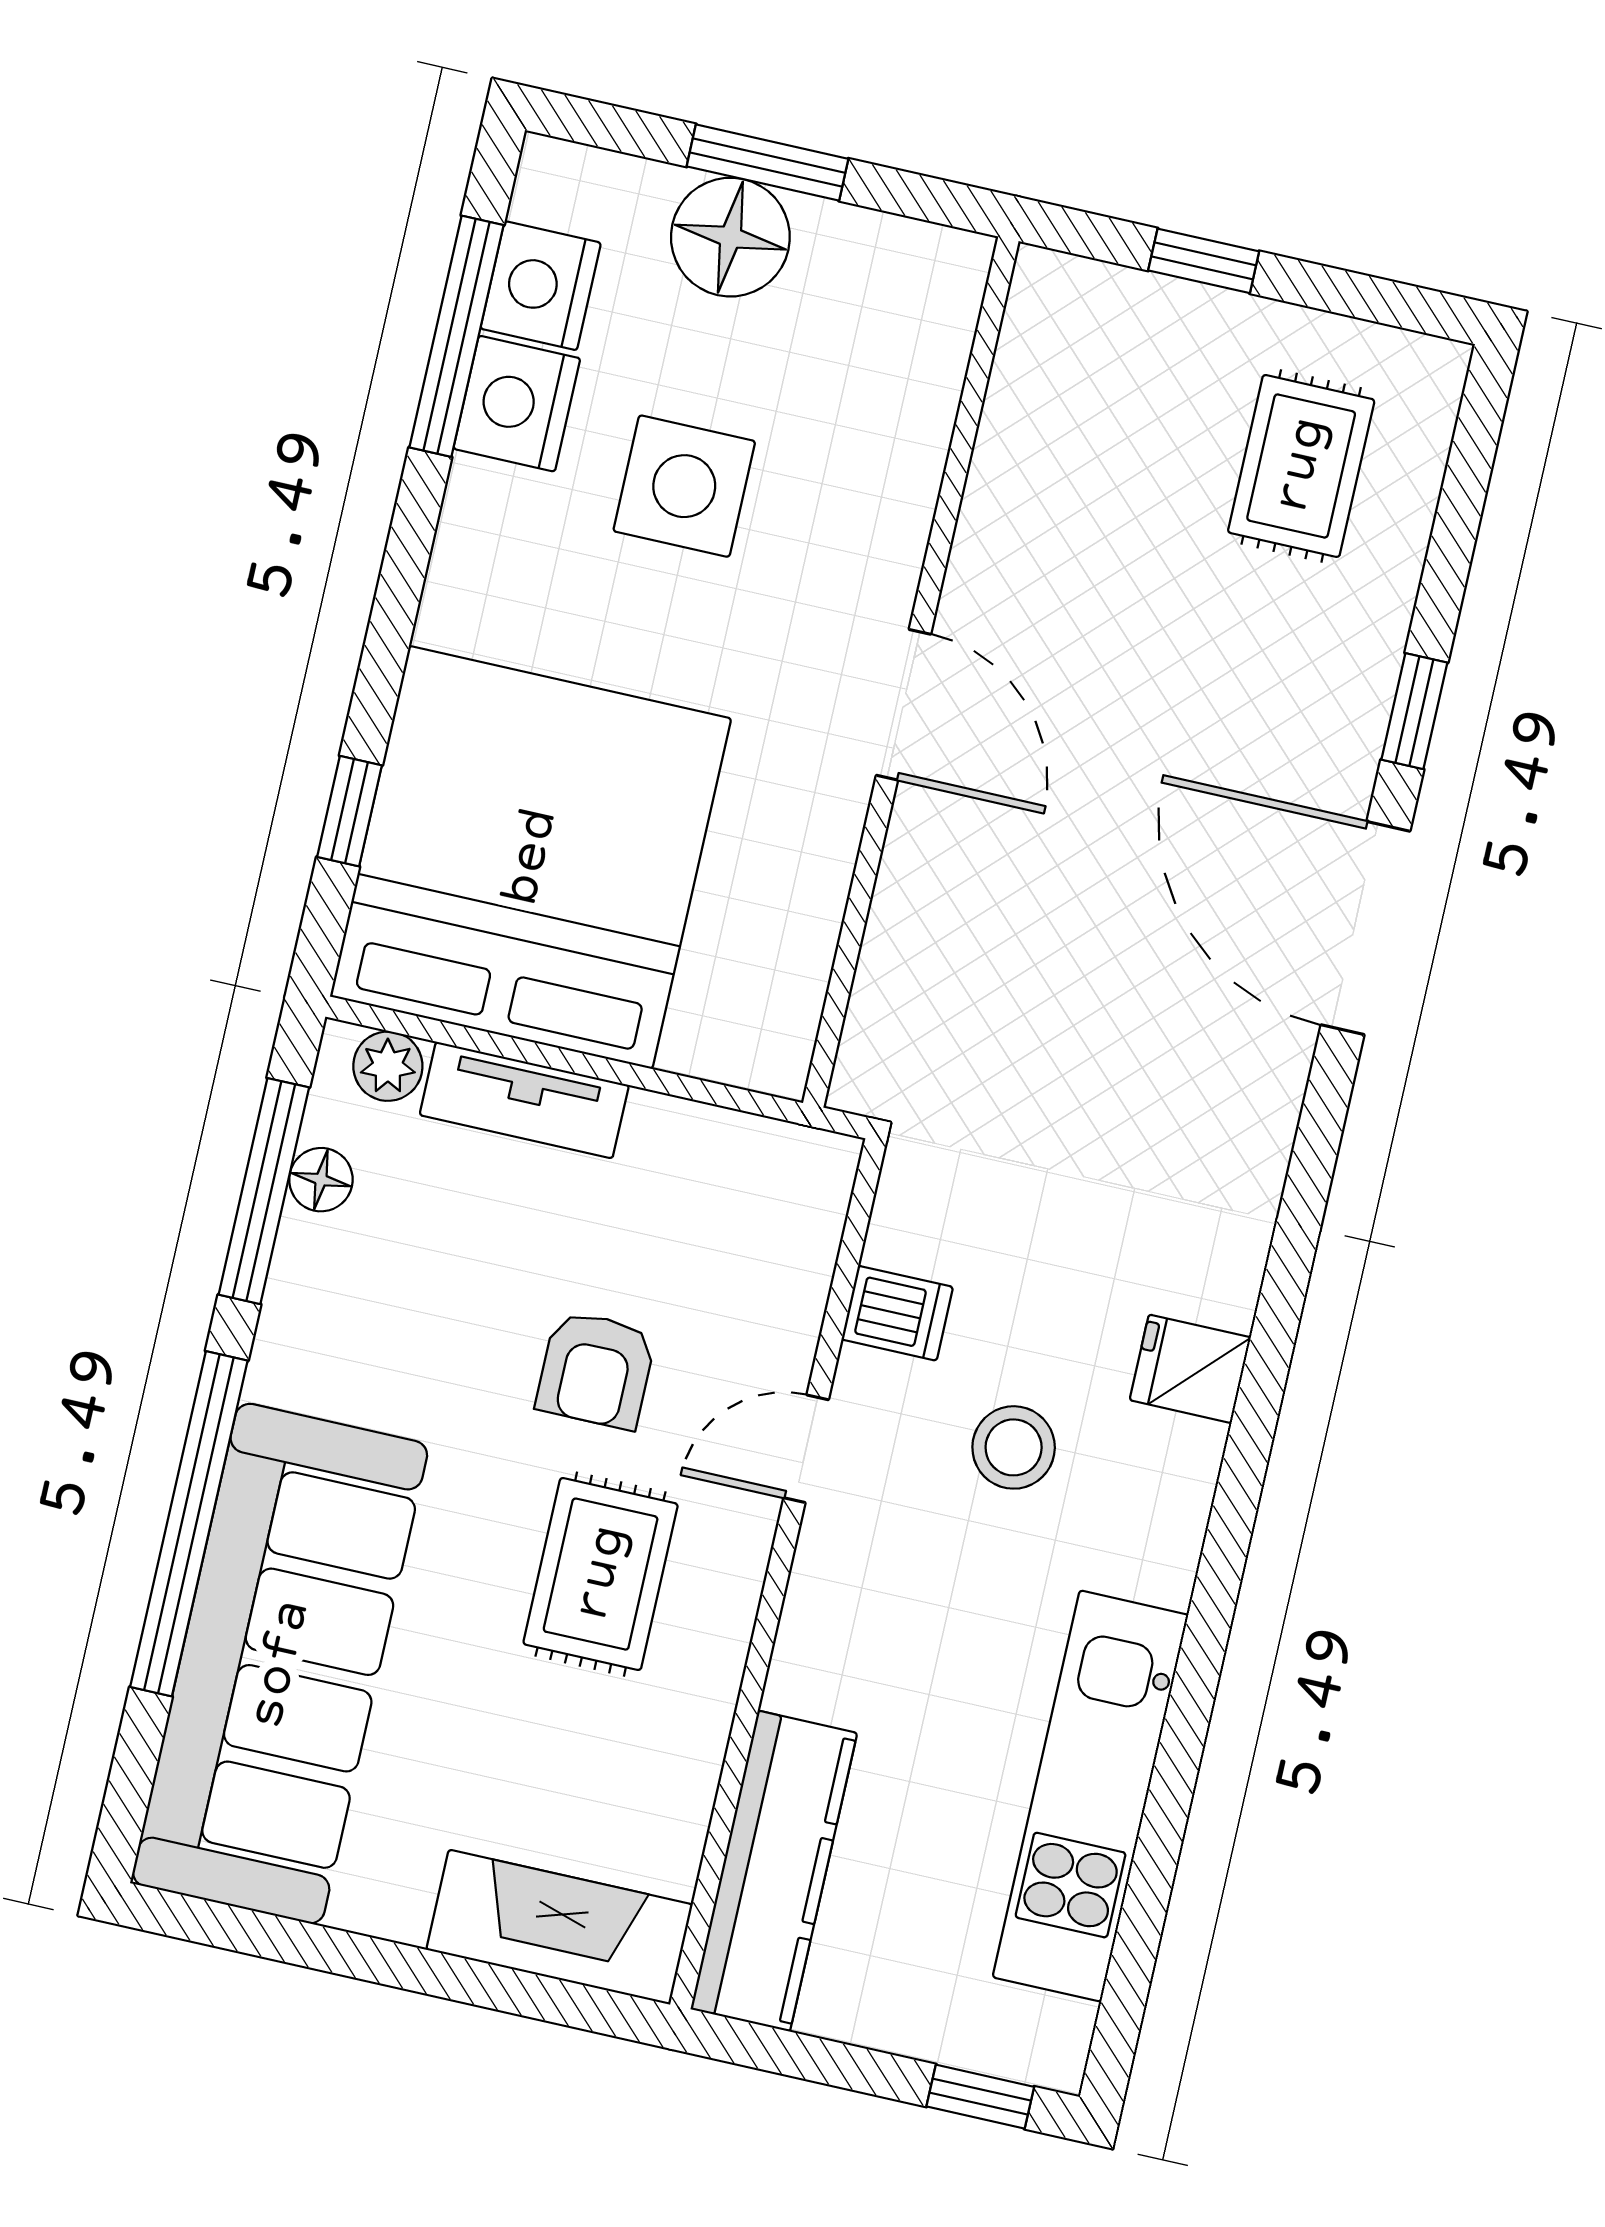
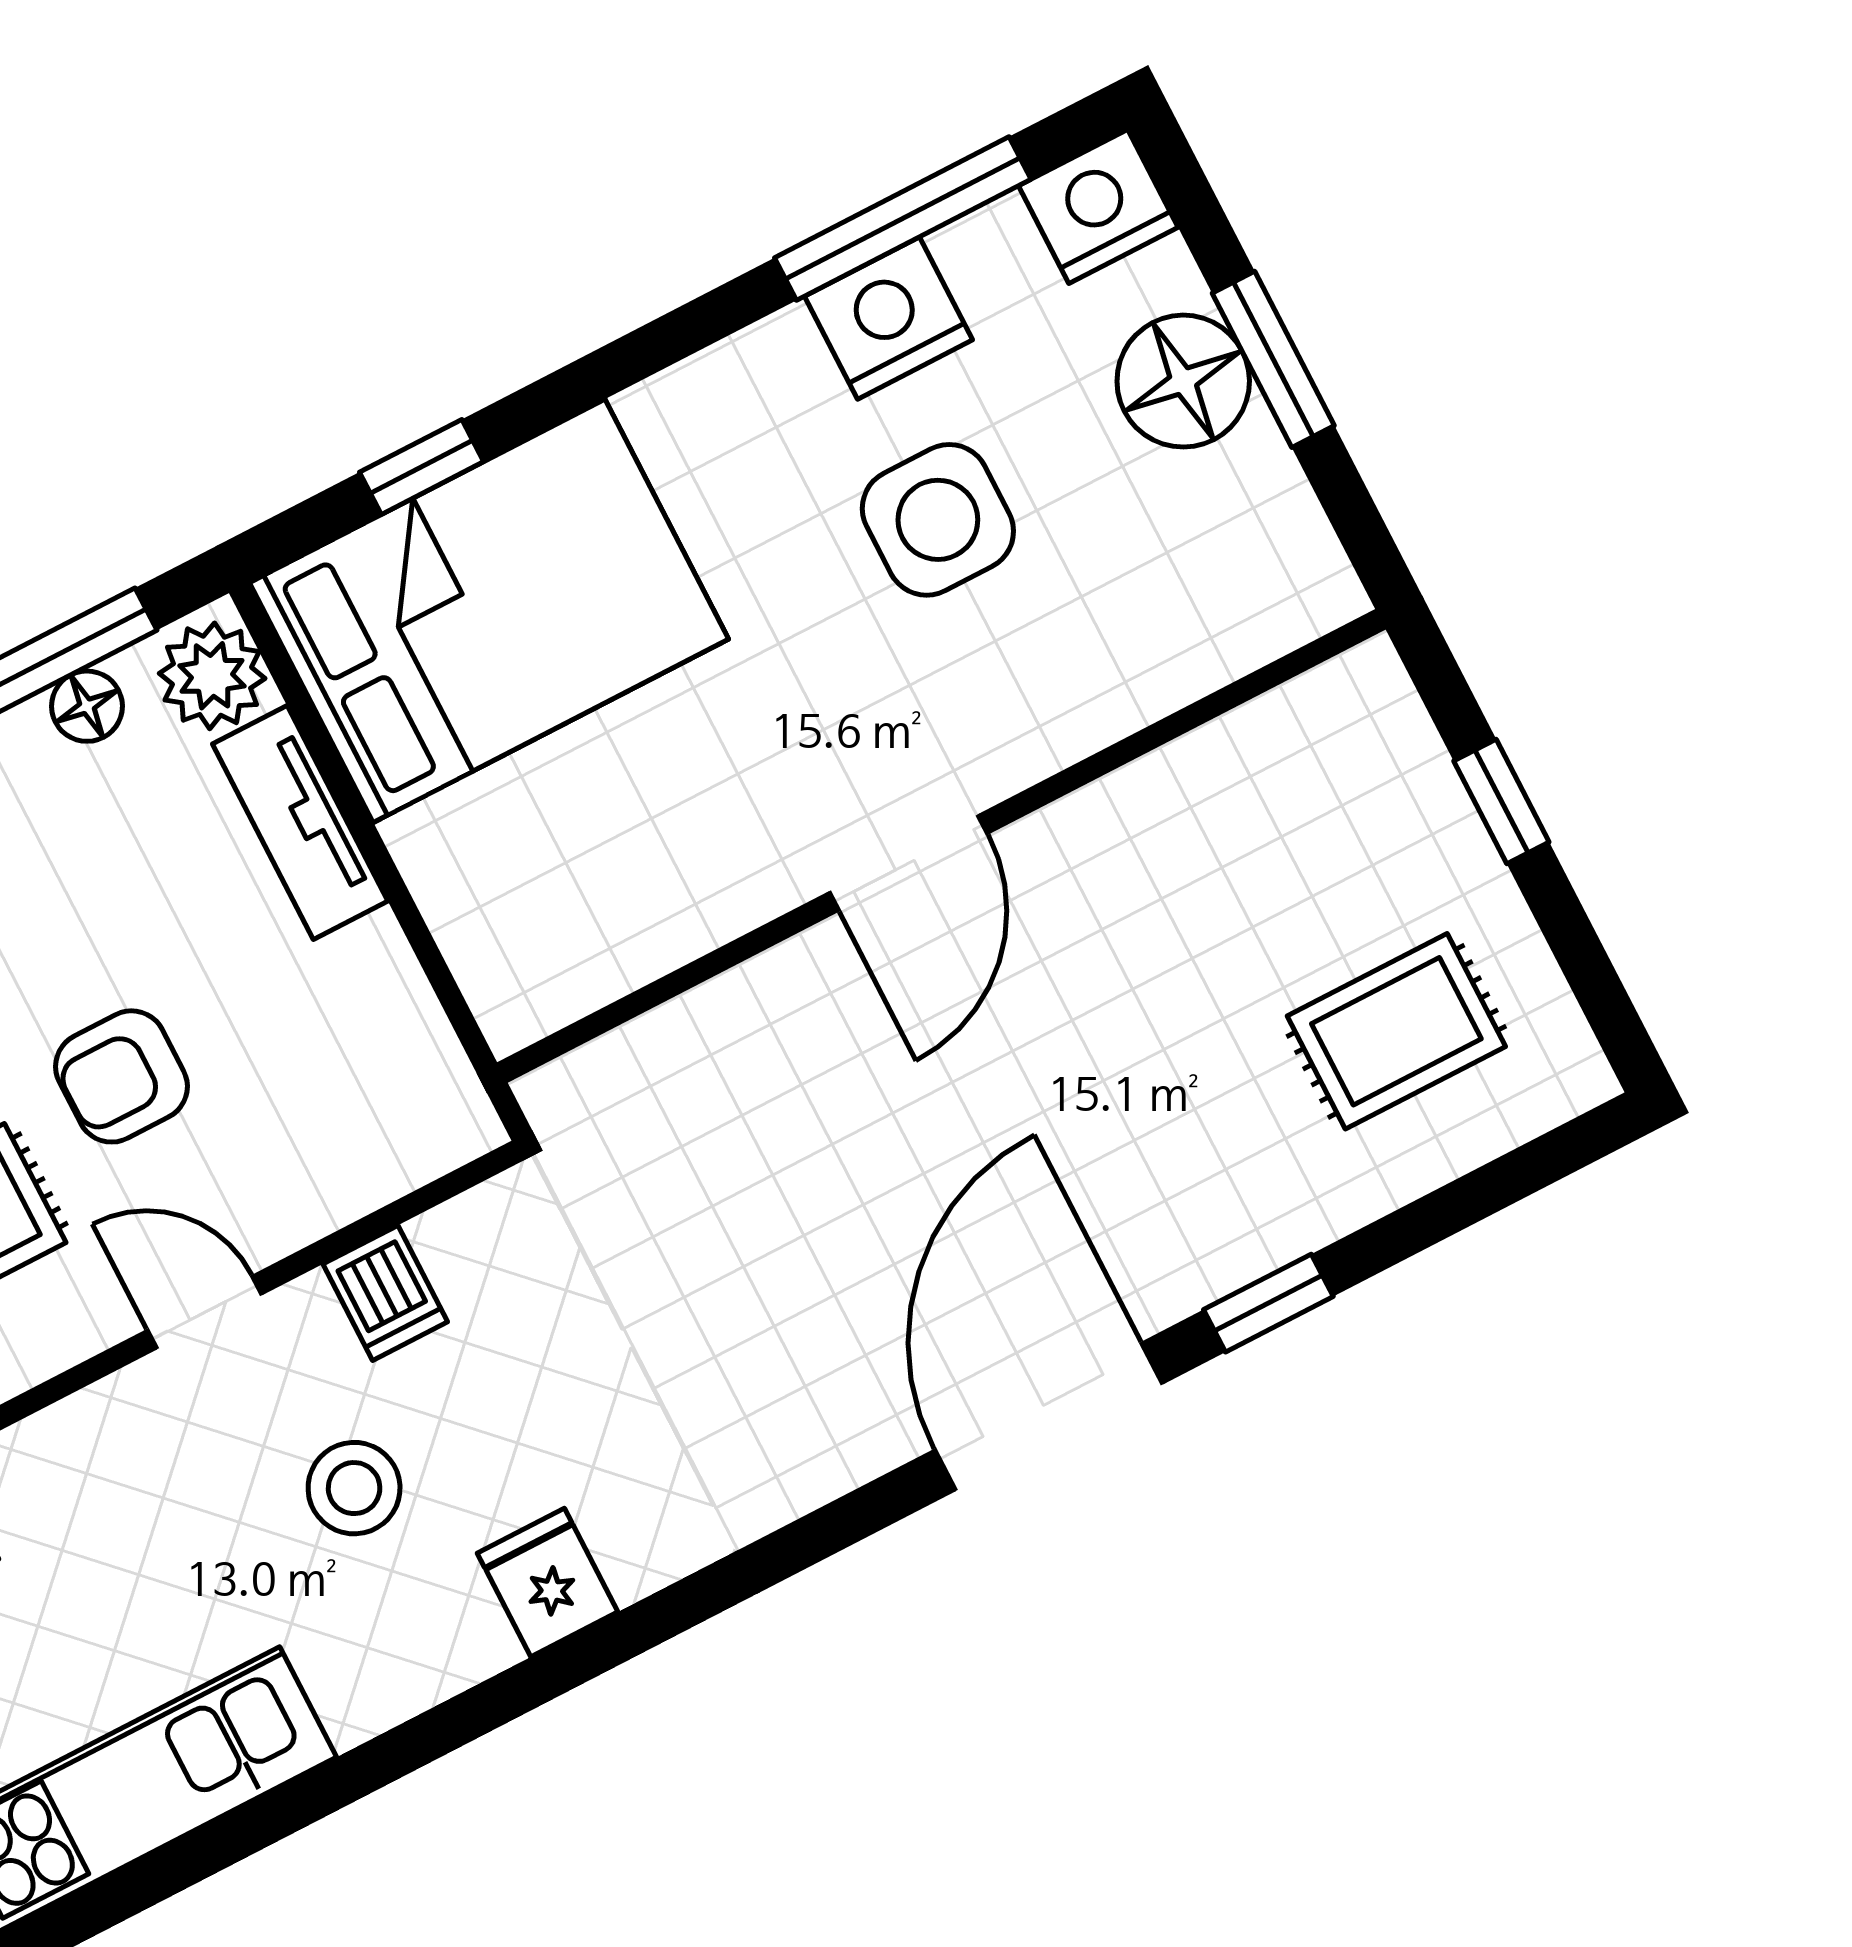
nightstand: (541, 286) -> (1098, 206), moved
bed: (531, 857) -> (489, 611), width x0.73
plant: (388, 1066) -> (212, 676), width x1.38, depth x1.38

